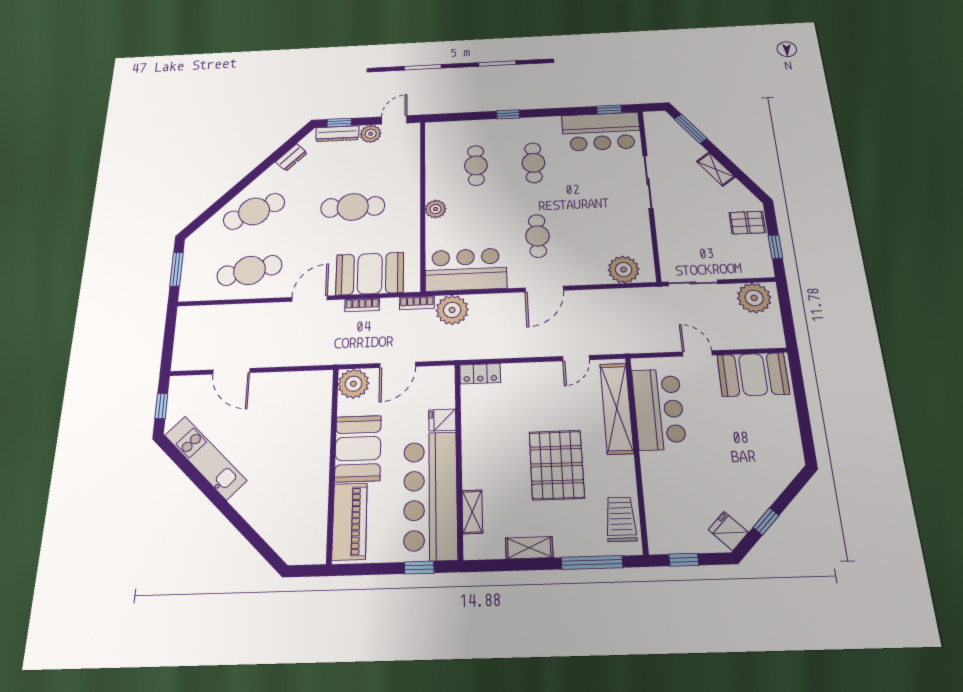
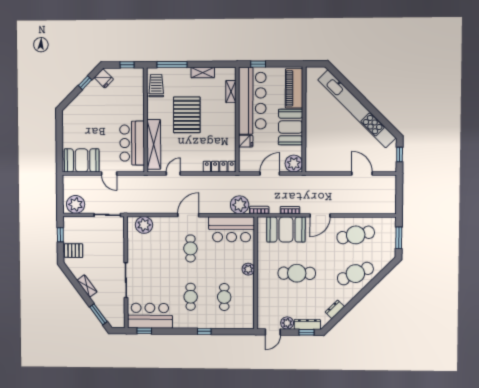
locker: (480, 374) -> (219, 167), width x1.53
kitchen unit: (205, 458) -> (357, 109), width x1.86
trolley: (621, 519) -> (156, 86), turned 180

